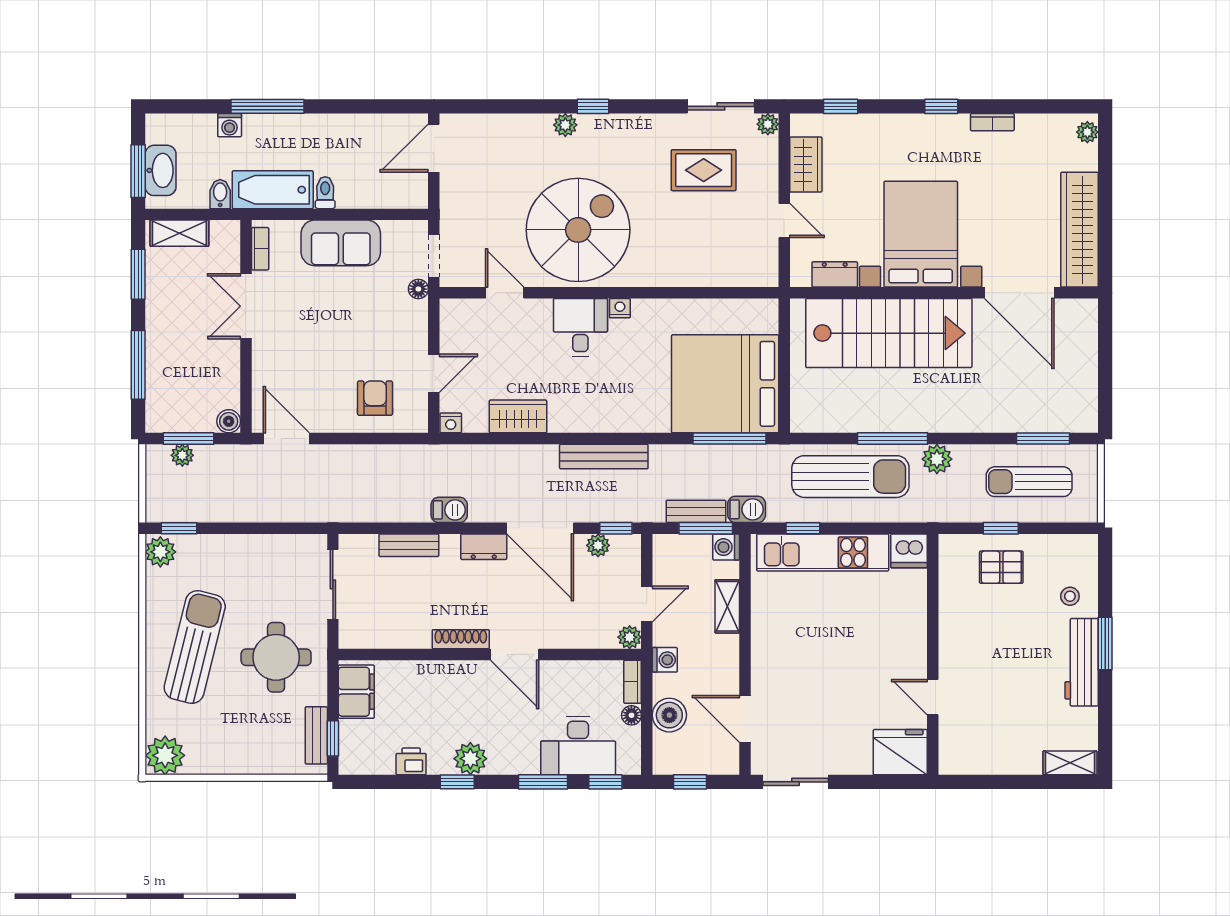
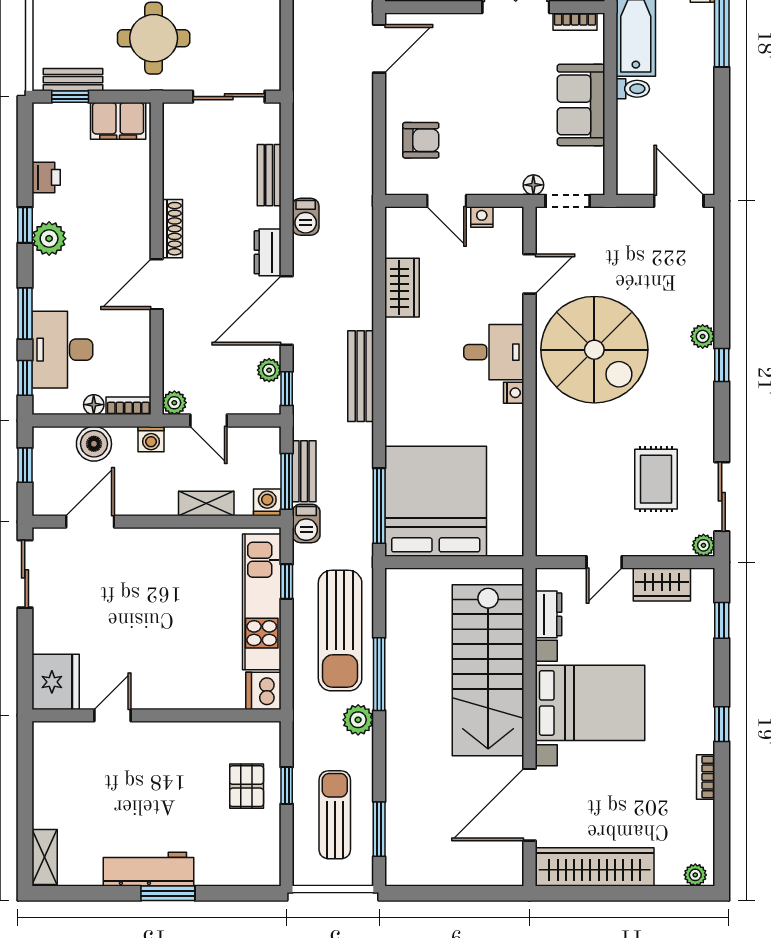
nightstand: (451, 423) -> (482, 217), moved, turned 90
stool: (1070, 596) -> (217, 857), removed

